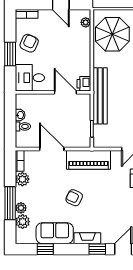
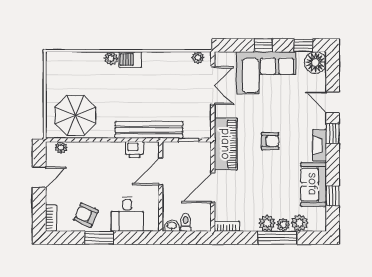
wall: (53, 92) -> (161, 186), moved
door: (65, 92) -> (161, 172), moved
plant: (22, 179) -> (267, 223), moved
armchair: (74, 198) -> (270, 141), moved, turned -115

